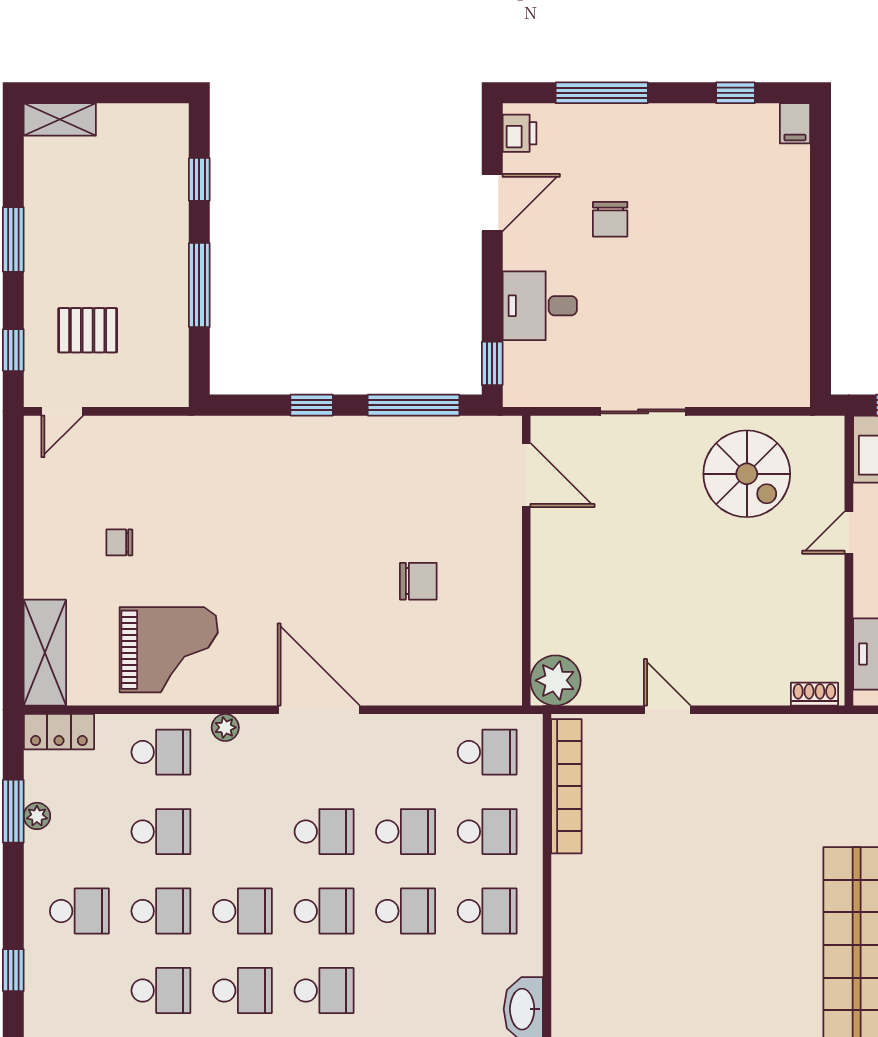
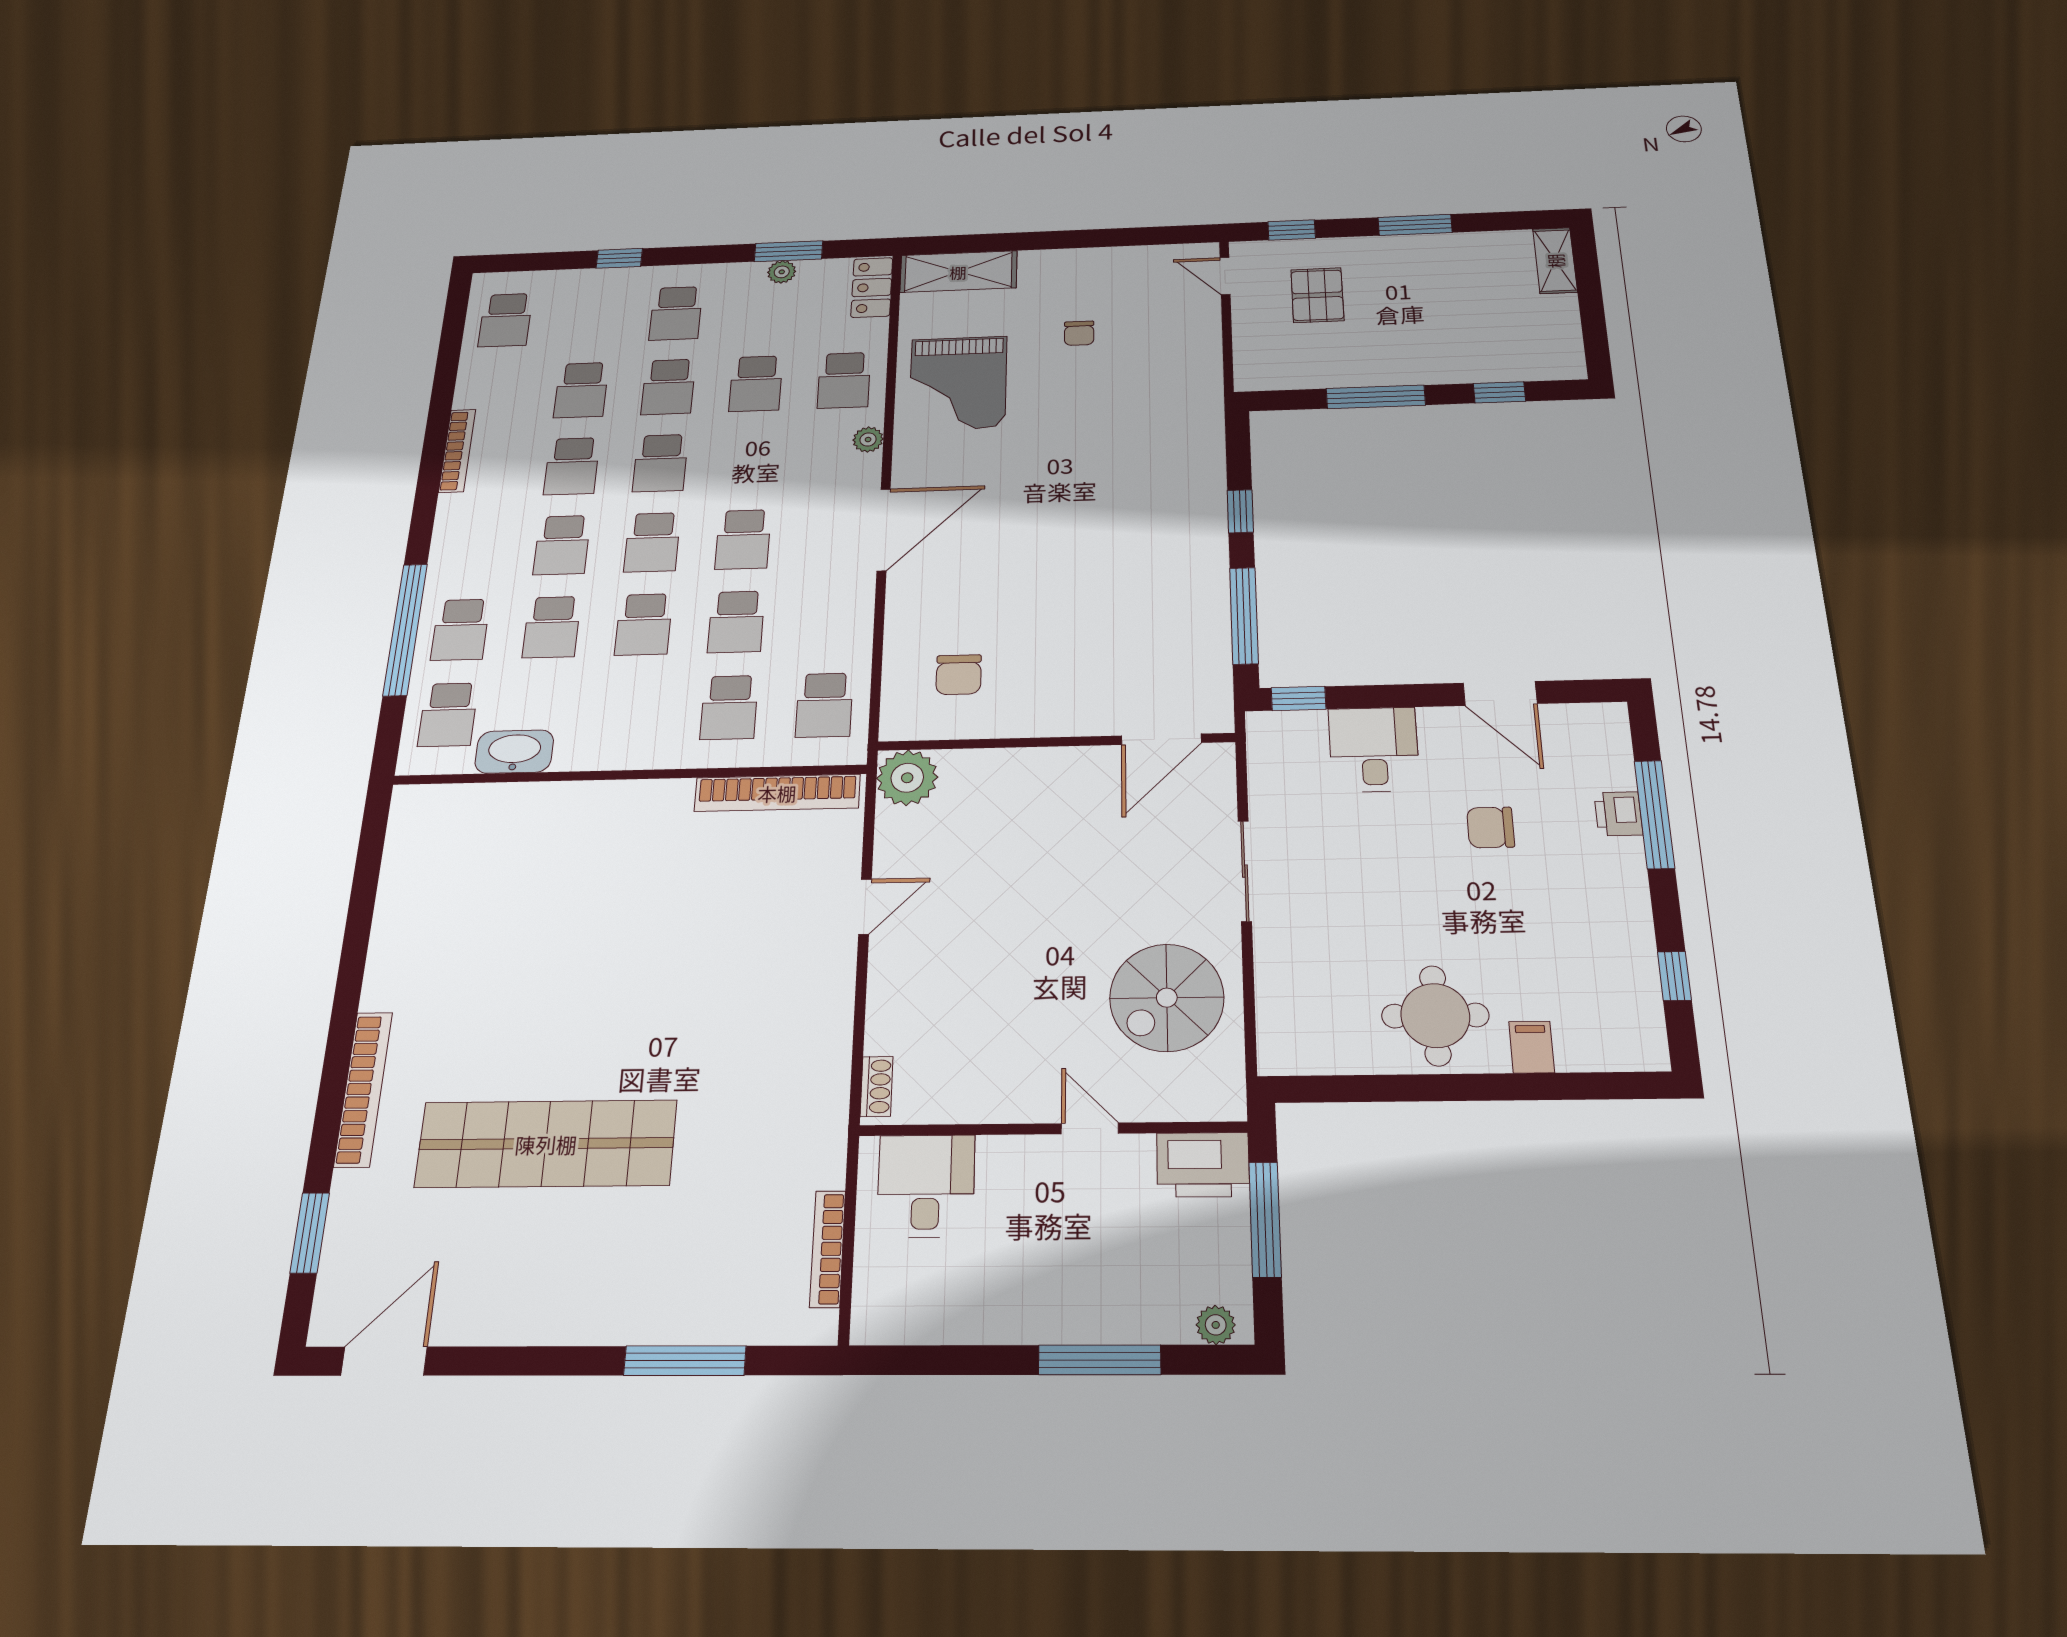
filing cabinet: (795, 123) -> (1532, 1047), moved, turned 90
printer: (519, 133) -> (1618, 814), moved, turned 90
round table: (764, 272) -> (1435, 1016), added
chair: (119, 542) -> (1079, 333), turned 180
chair: (418, 581) -> (959, 675), moved
school desk: (487, 911) -> (552, 627), moved

